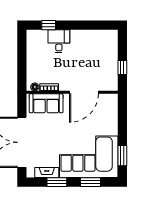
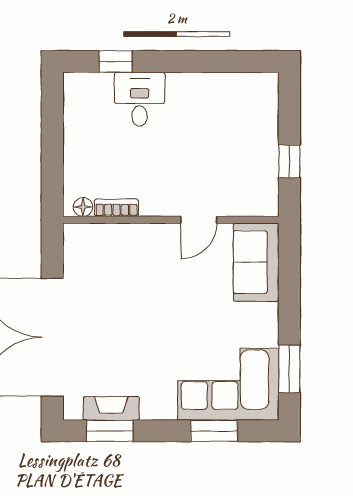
door: (84, 92) -> (199, 220), width x0.53
sofa: (46, 103) -> (256, 262), moved, turned 90
corner sofa: (89, 157) -> (228, 384), width x0.73, depth x0.74
window: (57, 182) -> (110, 431), moved

